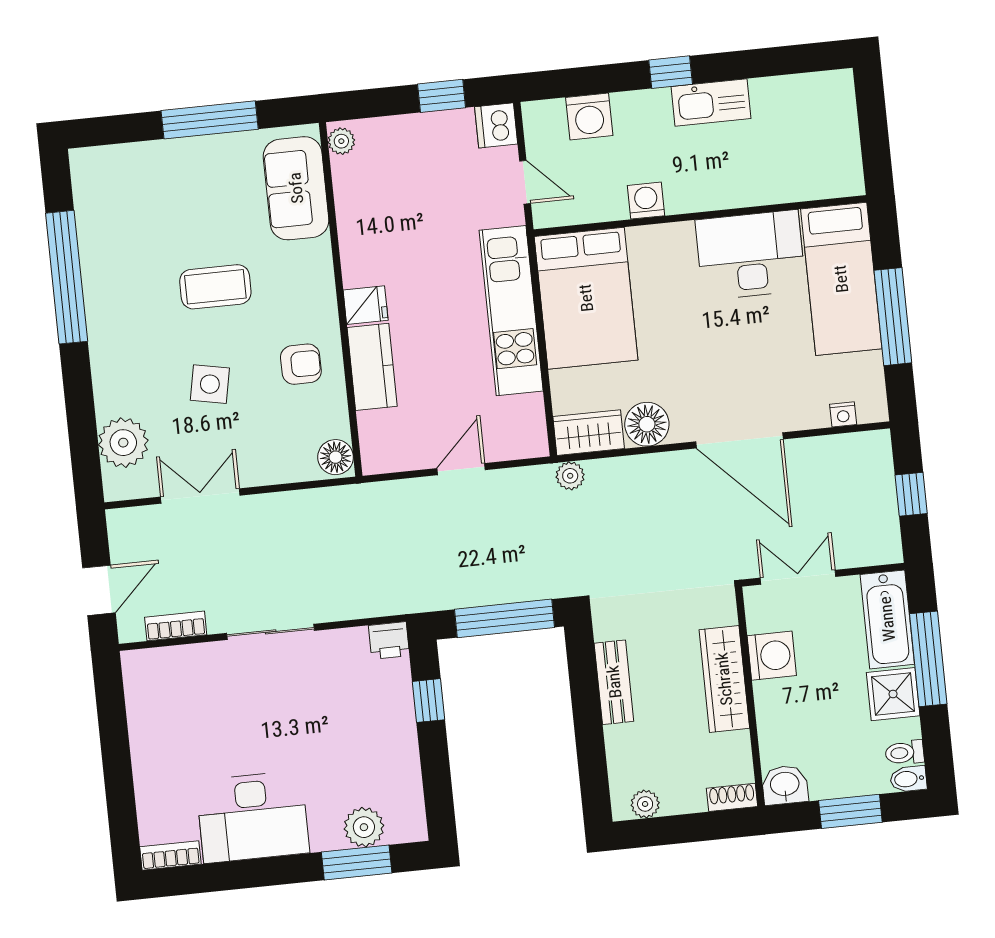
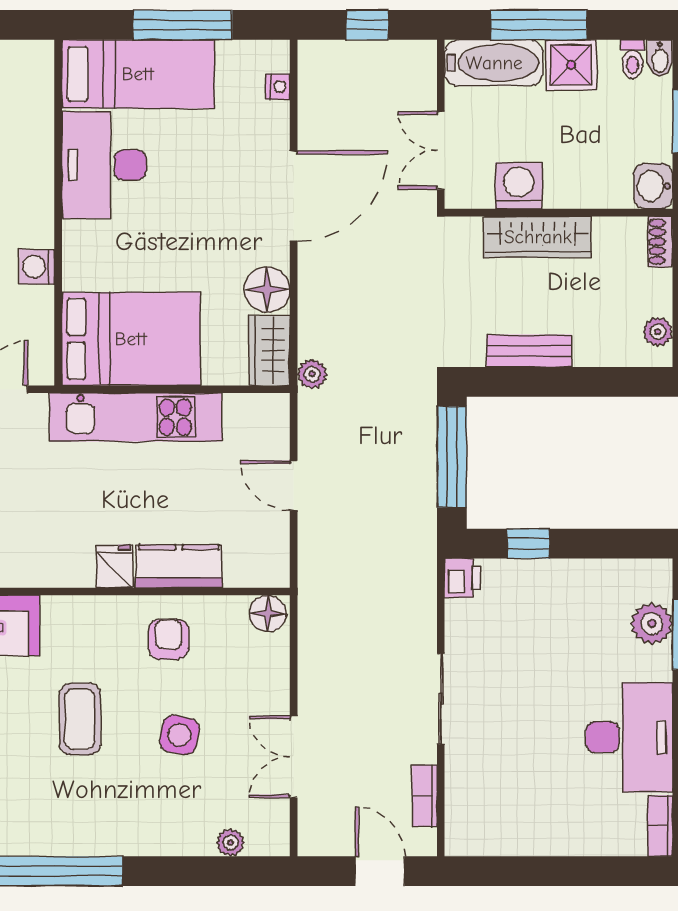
plant: (123, 443) -> (230, 843), width x0.53, depth x0.53

